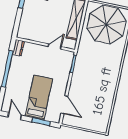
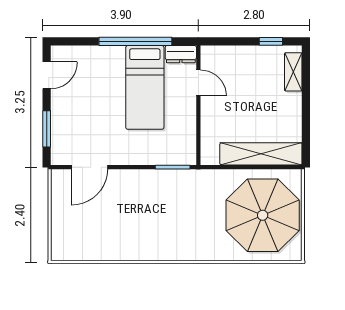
door: (55, 47) -> (198, 83), moved
bed: (39, 98) -> (145, 87), moved, turned 90

